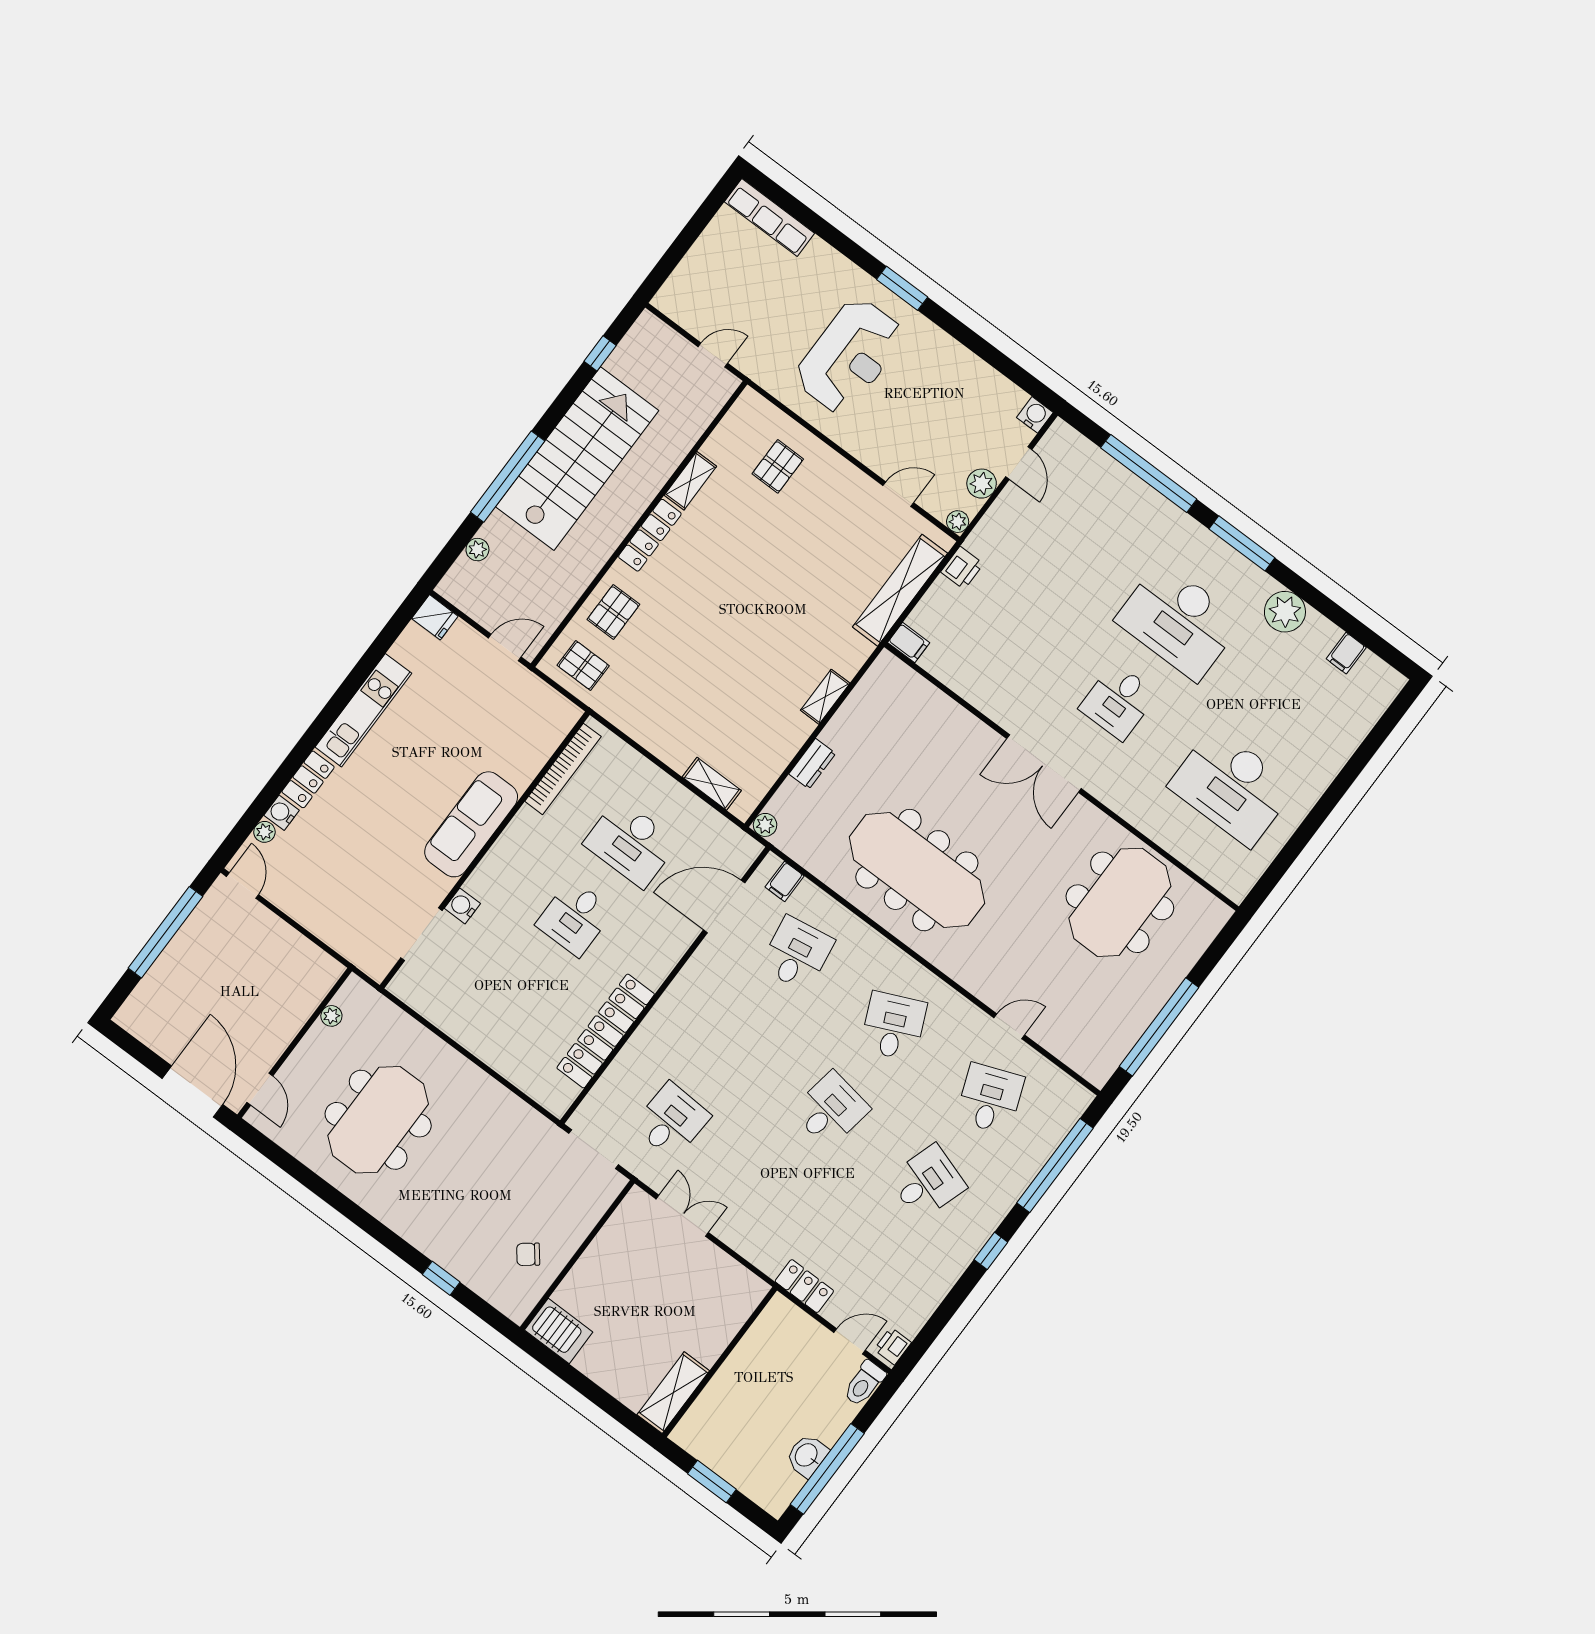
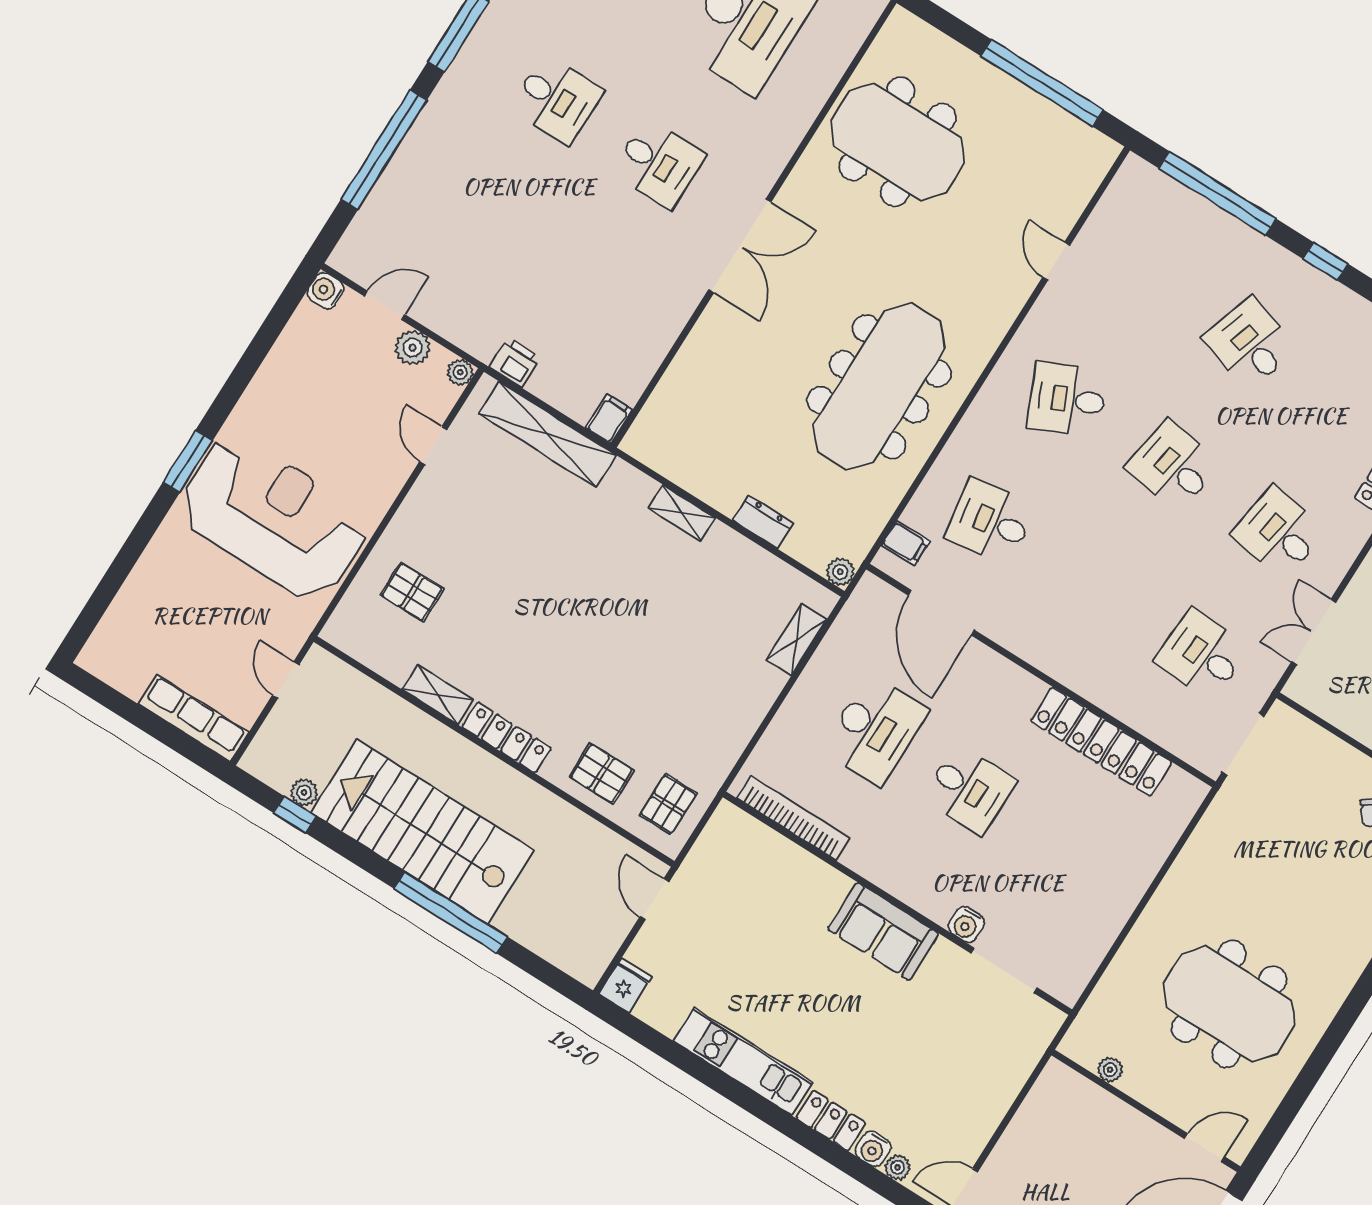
row of seats: (769, 218) -> (193, 718), moved, turned -90
reception desk: (849, 356) -> (273, 518), width x1.36, depth x1.30
plant: (477, 550) -> (304, 793), moved
desk: (1179, 621) -> (557, 99), width x0.53, depth x0.77
sofa: (471, 824) -> (883, 931), width x0.73
desk: (990, 1099) -> (1279, 532), moved, turned 30

